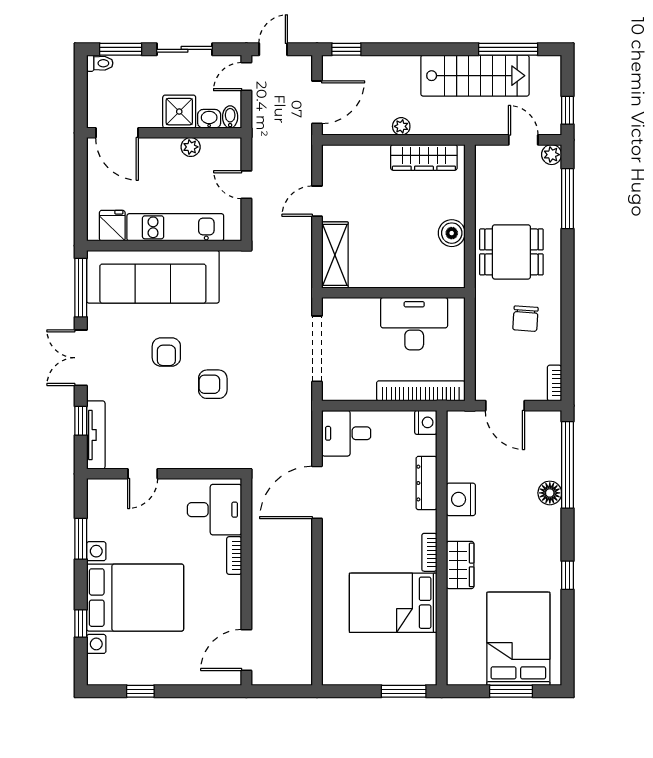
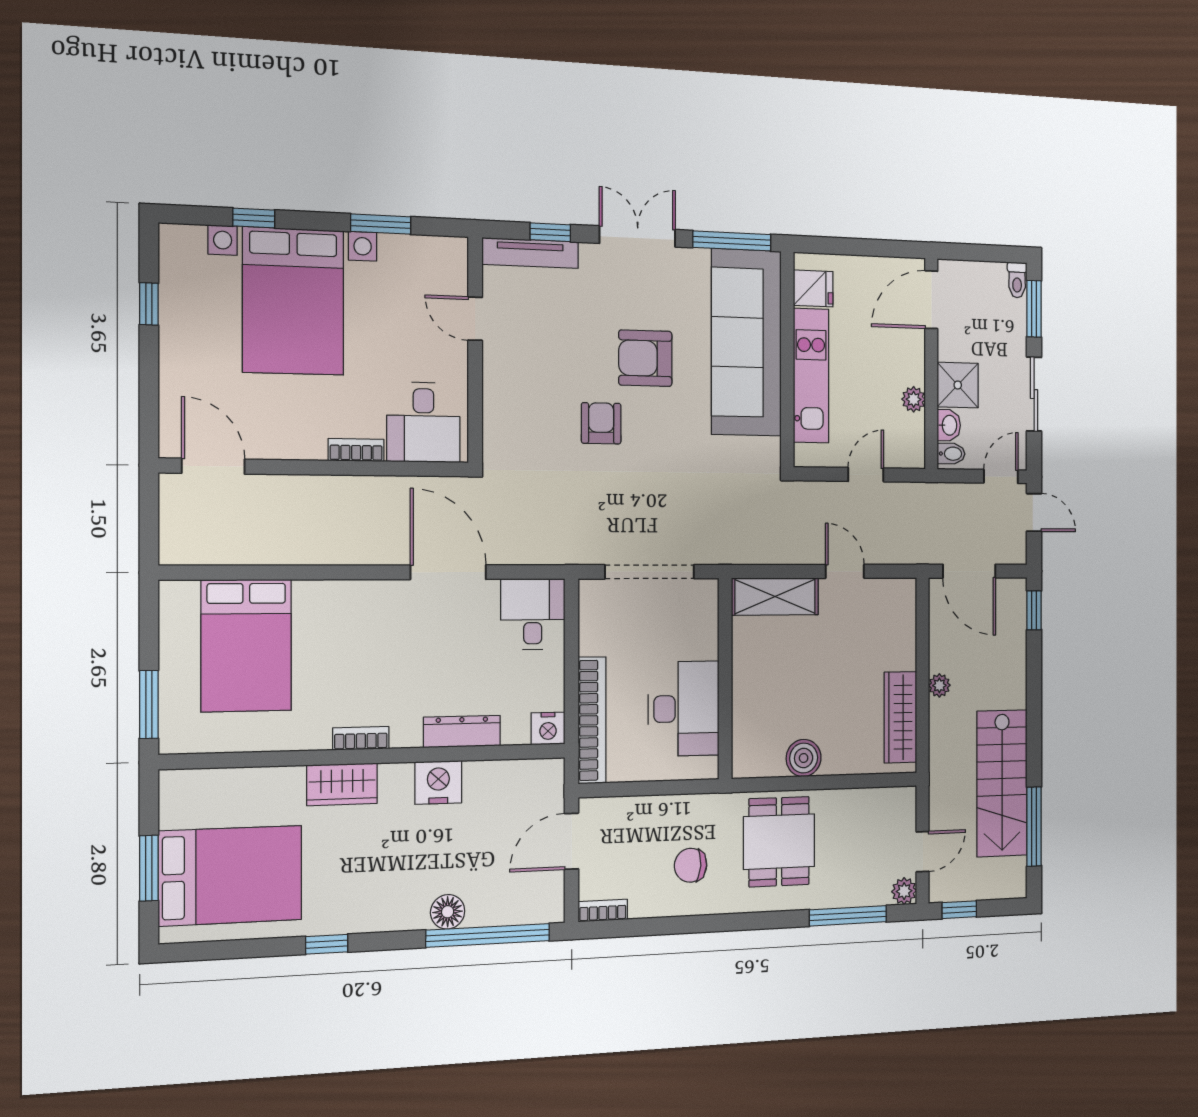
door: (246, 77) -> (1001, 476), hinge flipped
armchair: (166, 352) -> (645, 358), width x1.38, depth x1.38
bed: (393, 603) -> (246, 645), moved, turned 180

